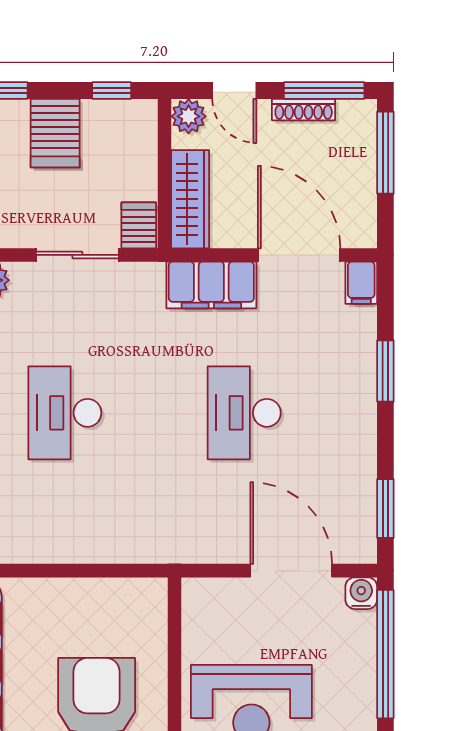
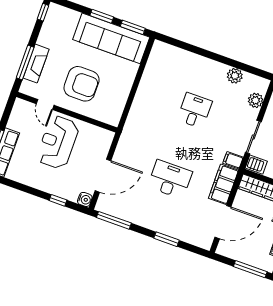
filing cabinet: (361, 283) -> (233, 160), moved
desk: (65, 413) -> (195, 111), width x0.73
window: (385, 508) -> (114, 220), width x1.44
window: (385, 654) -> (58, 200), width x0.32

